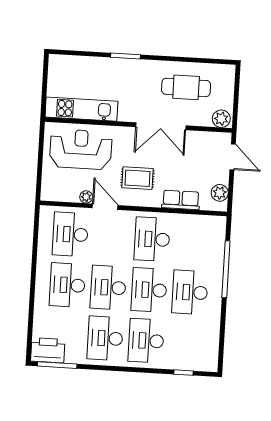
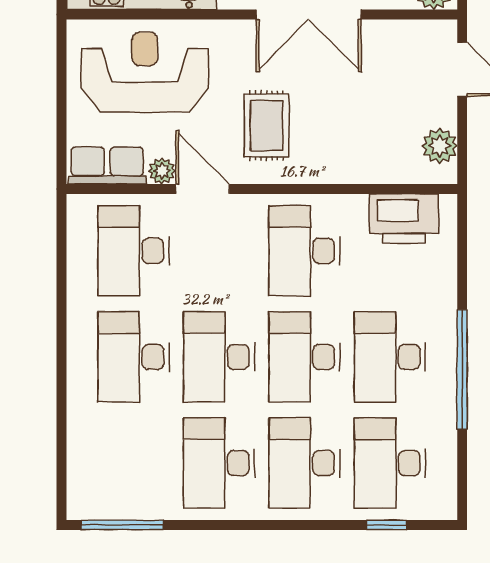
rug: (137, 178) -> (267, 126), turned 90
row of seats: (181, 200) -> (107, 165), moved
window: (226, 269) -> (462, 370), moved
desk: (187, 343) -> (390, 463), added
printer: (48, 350) -> (404, 219), moved, turned 180

